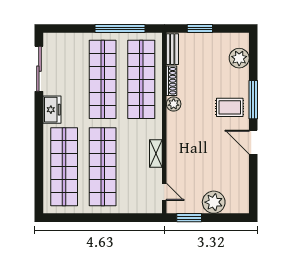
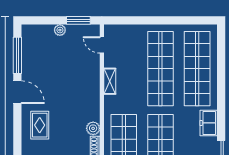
window: (253, 100) -> (17, 55), moved
rug: (230, 107) -> (40, 125), turned 90
plant: (214, 202) -> (60, 30), width x0.53, depth x0.53

